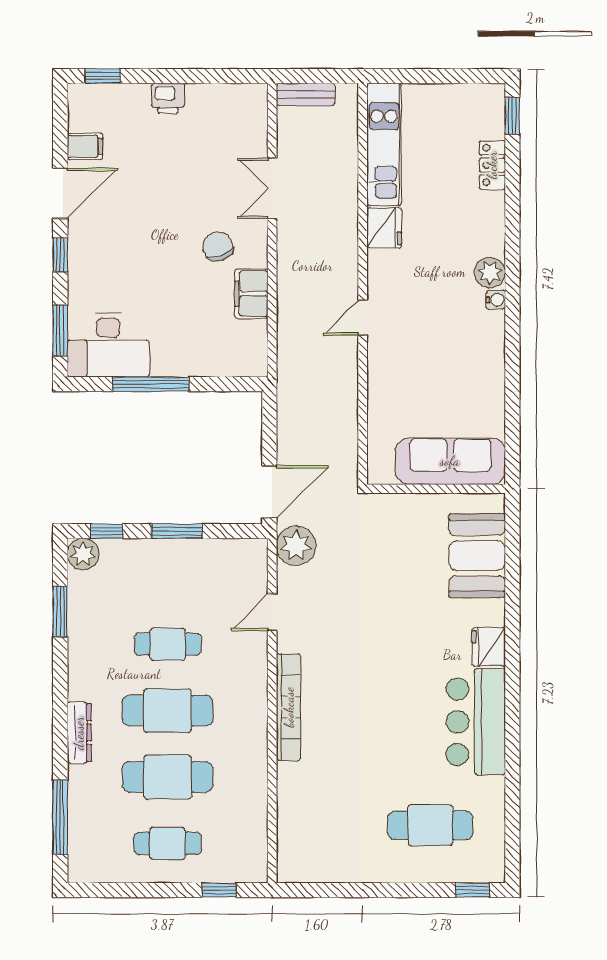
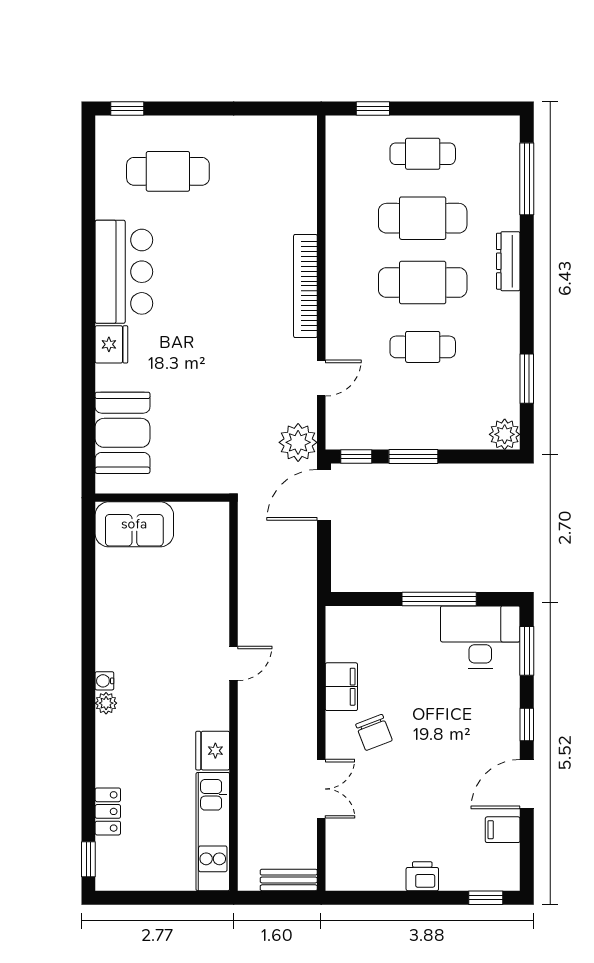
plant: (490, 273) -> (106, 703), width x0.73, depth x0.73
sofa: (450, 461) -> (134, 524), width x0.73
window: (107, 531) -> (356, 457), moved

